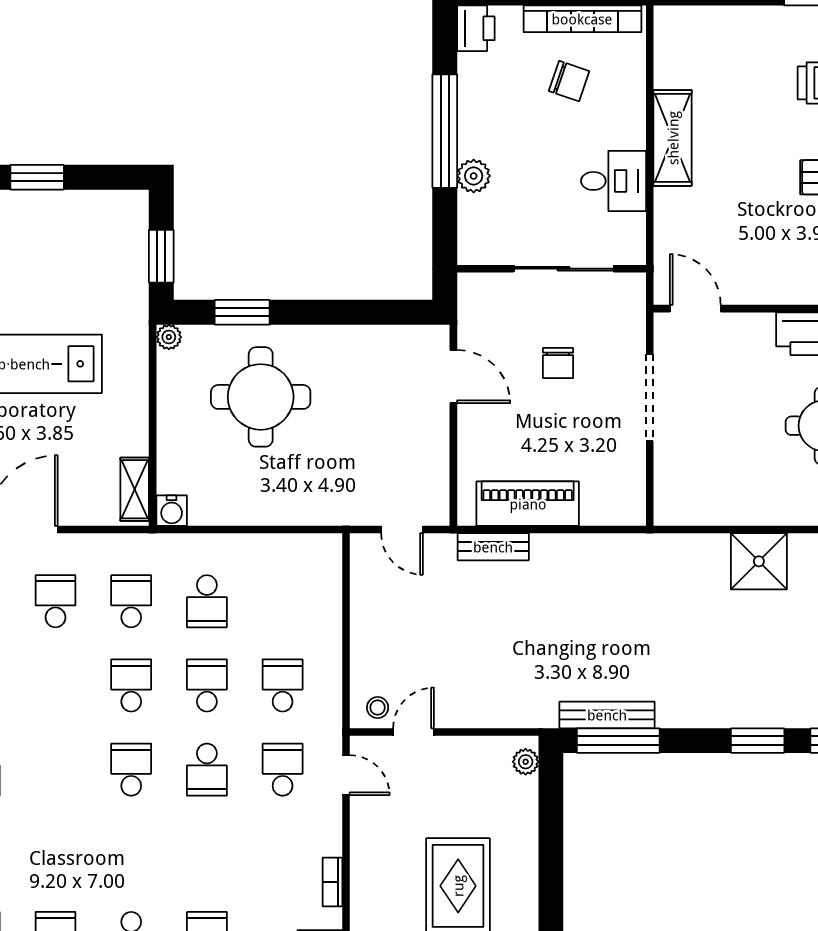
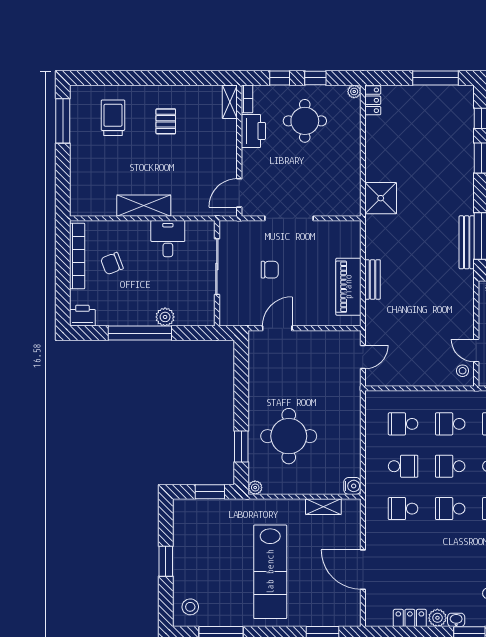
chair: (569, 81) -> (112, 264), turned -130
shelving: (135, 489) -> (323, 507), moved
bench: (493, 547) -> (373, 280), moved
shower: (759, 561) -> (381, 198), moved
school desk: (55, 601) -> (403, 424), moved

